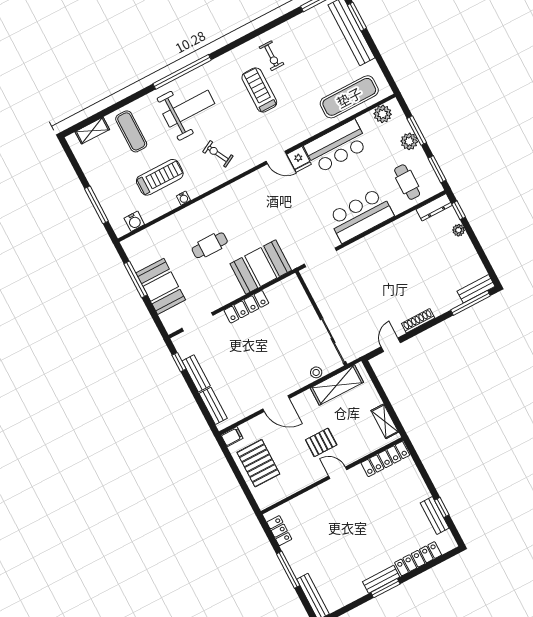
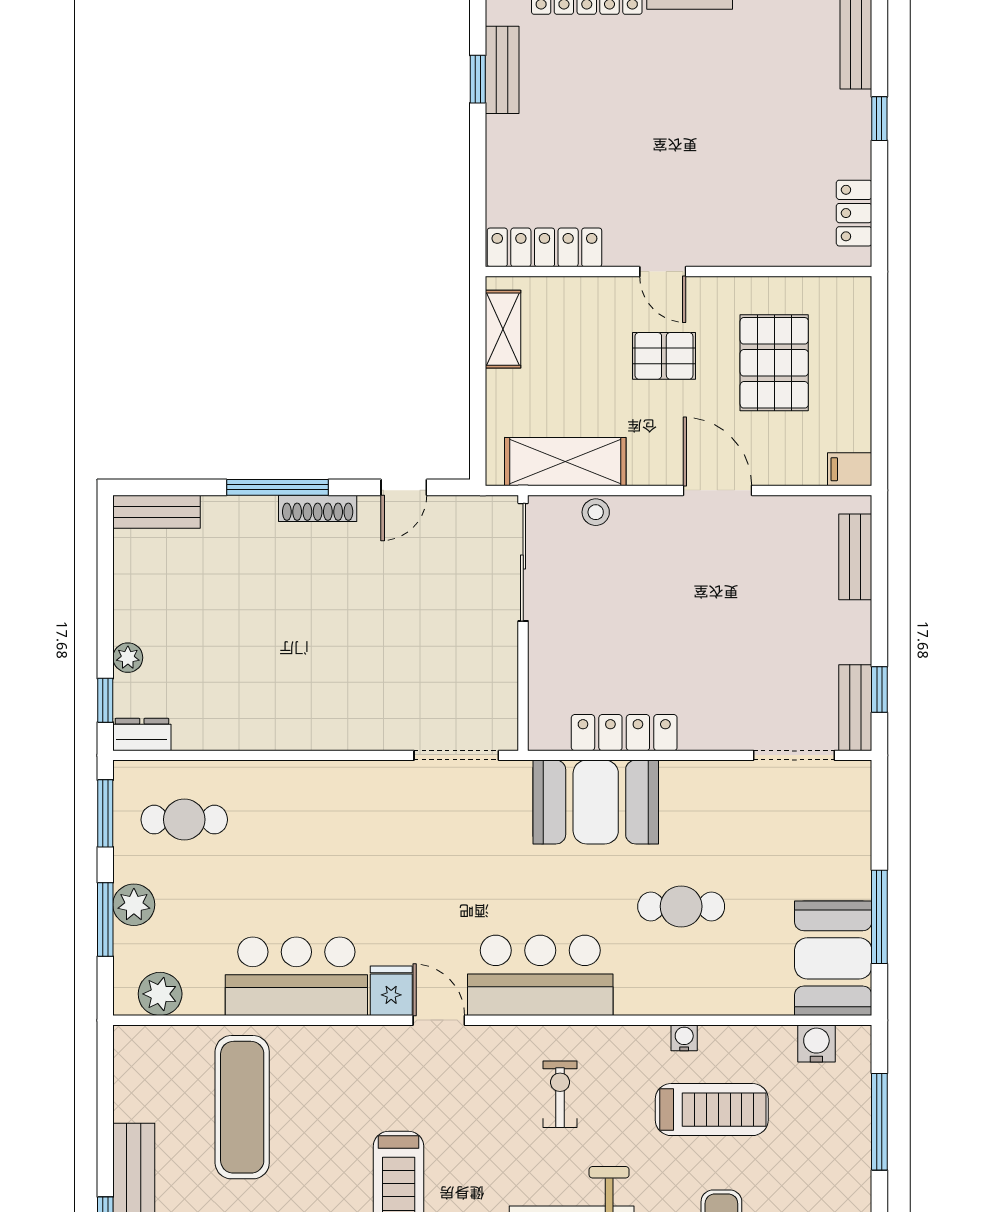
exercise mat: (349, 97) -> (242, 1107), moved, turned 90
exercise bike: (218, 154) -> (560, 1094), turned -152
treadmill: (160, 177) -> (712, 1110), turned 180
cafe table: (407, 182) -> (184, 820), turned 90
dresser: (434, 207) -> (142, 734), width x0.70
bar counter: (361, 215) -> (540, 975), moved, turned 180
booth: (161, 286) -> (833, 958), moved
window: (471, 303) -> (277, 487), moved
locker: (246, 307) -> (624, 733), moved
bench: (196, 373) -> (855, 708), moved
pallet: (258, 463) -> (774, 363), moved
window: (288, 570) -> (879, 119), width x0.46

